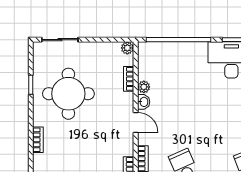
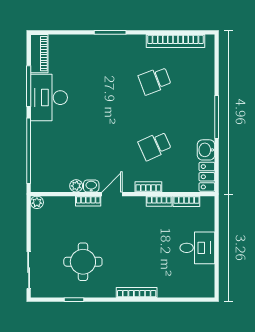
bookcase: (129, 79) -> (88, 201), moved
round table: (68, 94) -> (83, 262), width x0.73, depth x0.73
bookcase: (38, 140) -> (137, 292), width x1.56

